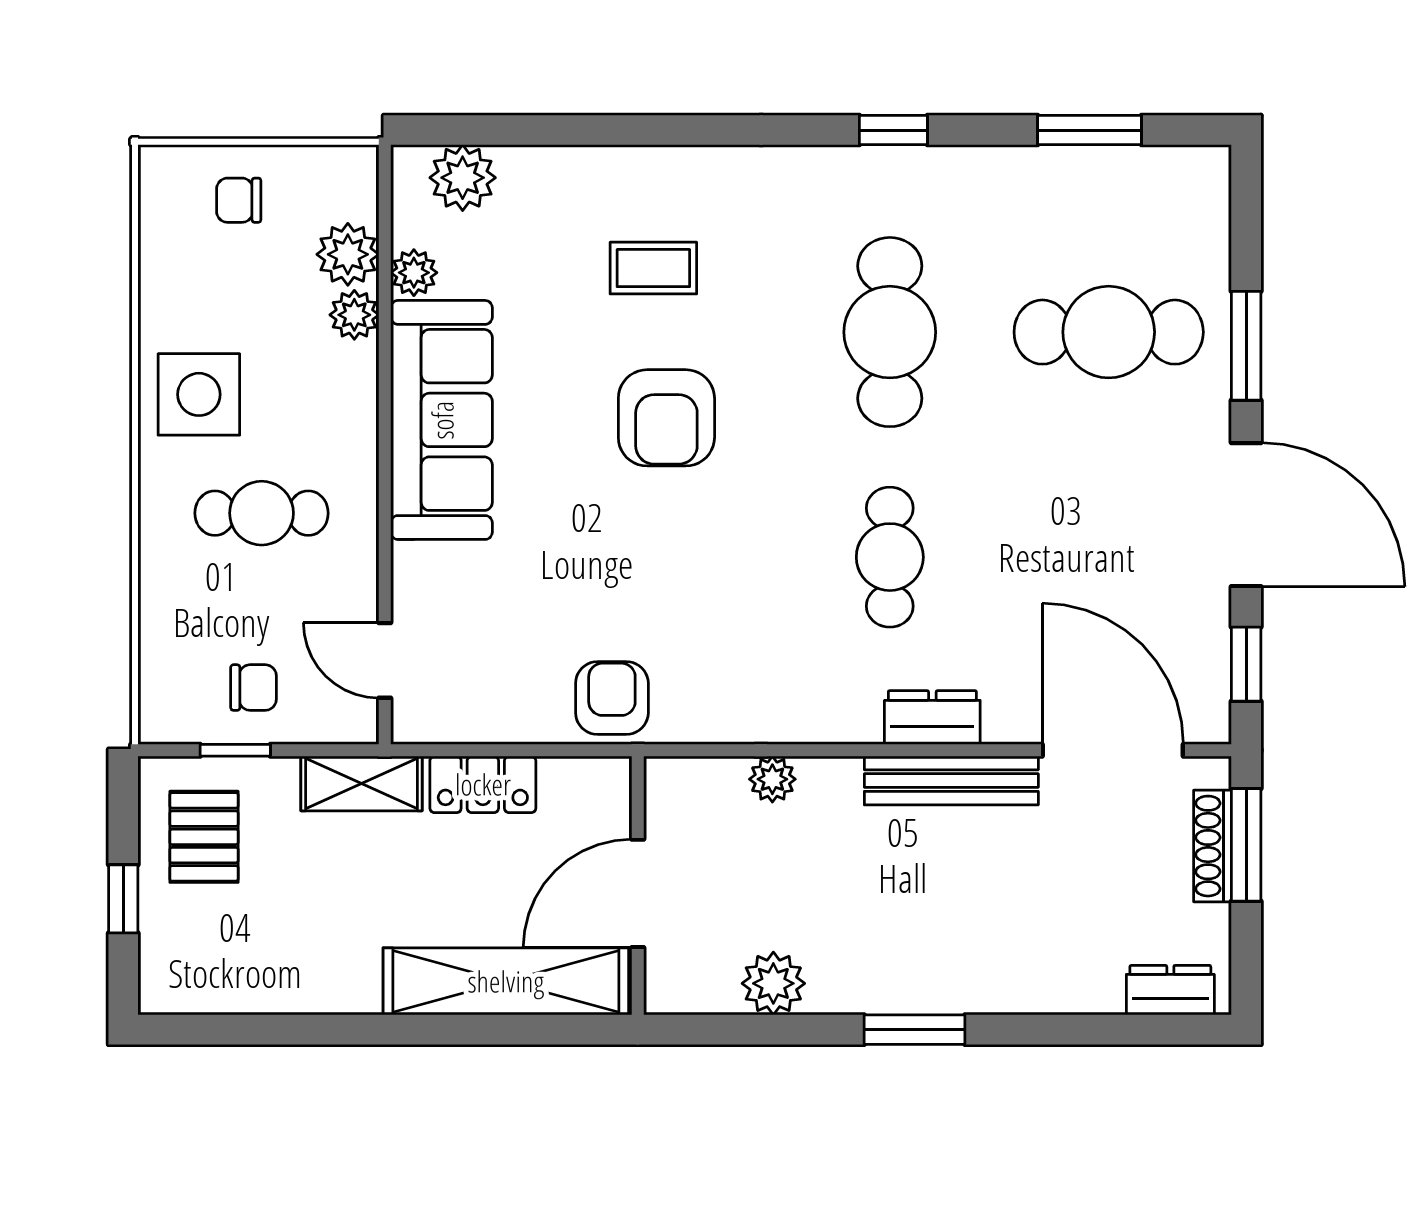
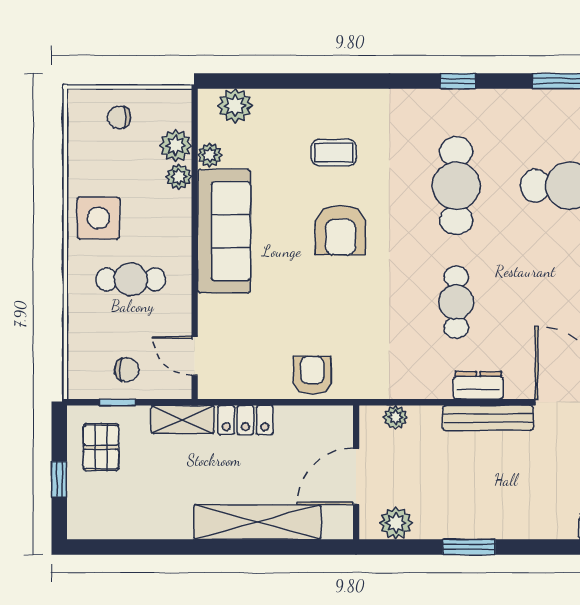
wall: (638, 886) -> (356, 472), moved
door: (638, 893) -> (356, 476), moved

